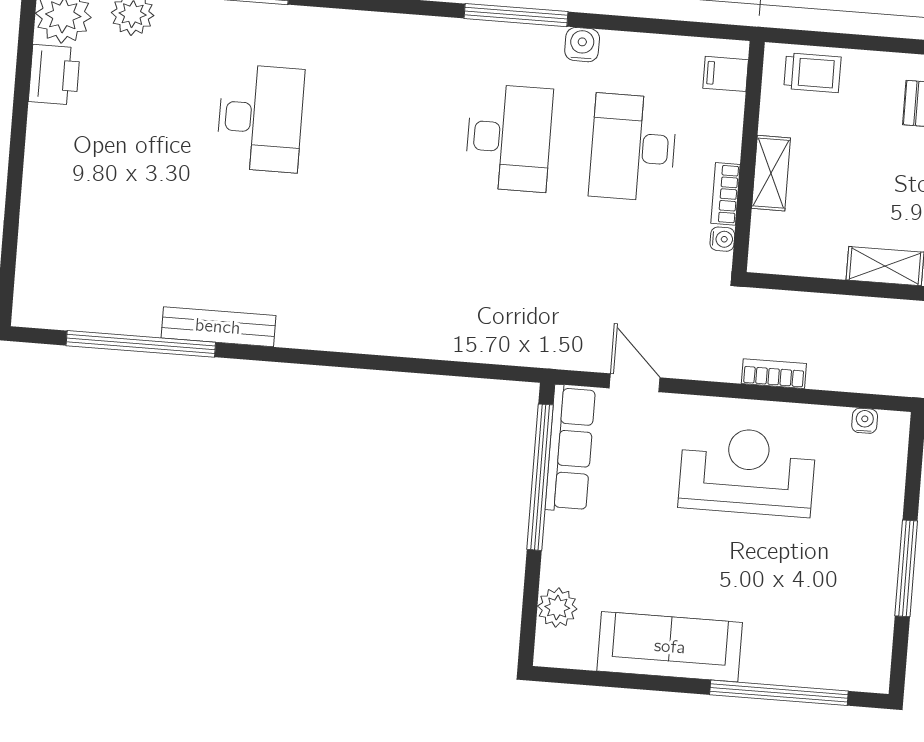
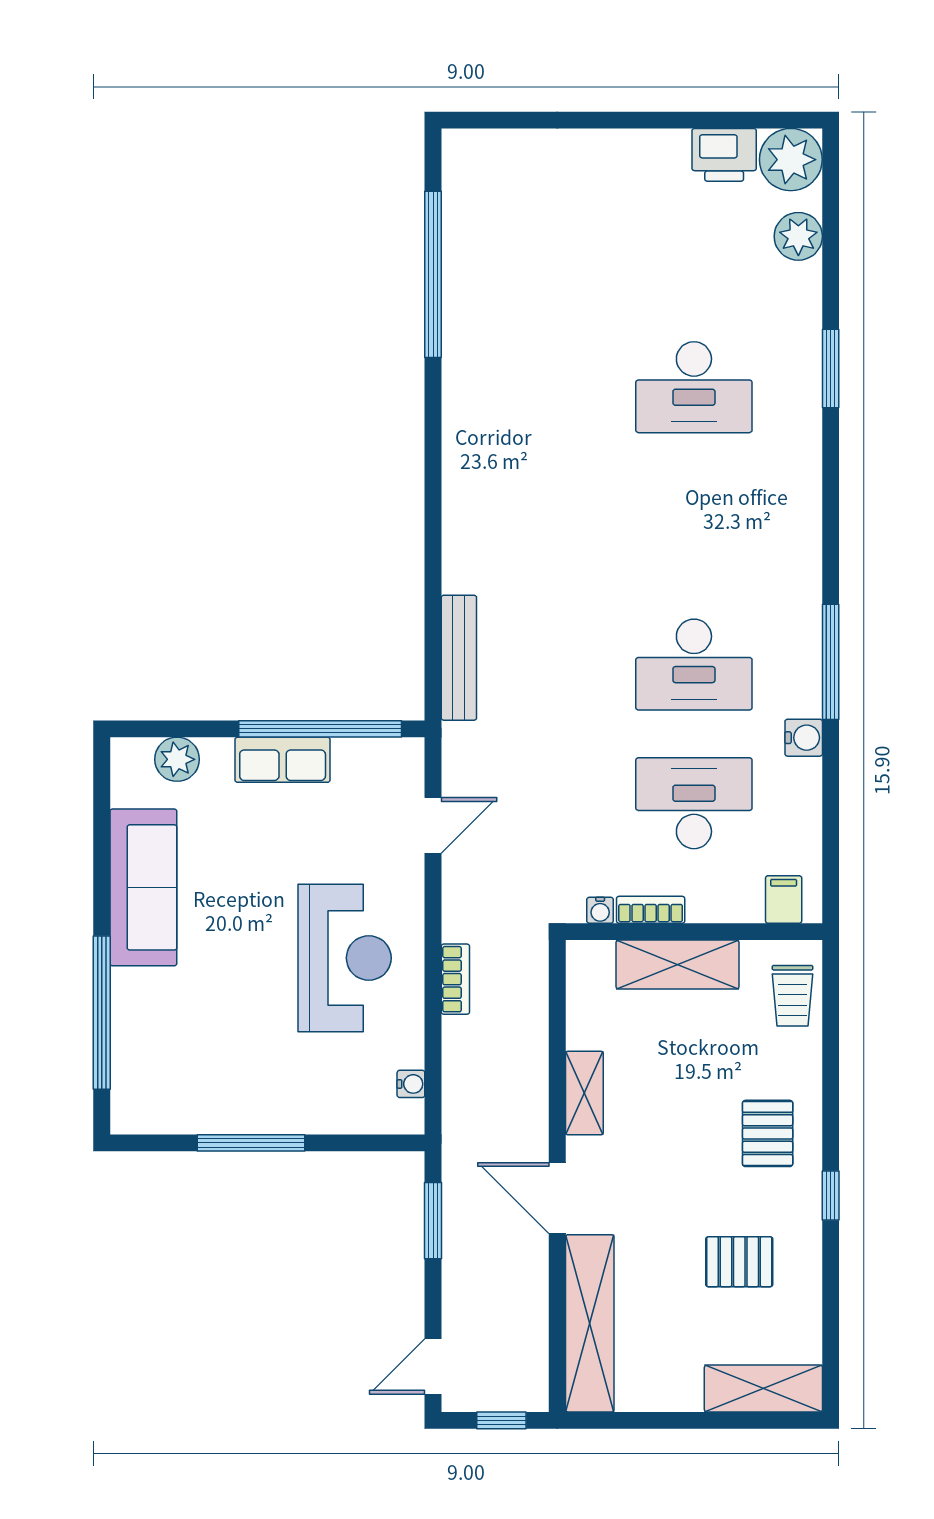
shelving: (771, 173) -> (678, 965), width x1.50, depth x1.33
bench: (218, 327) -> (459, 658), moved
row of seats: (570, 448) -> (283, 760), moved, width x0.68

